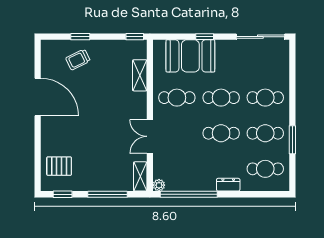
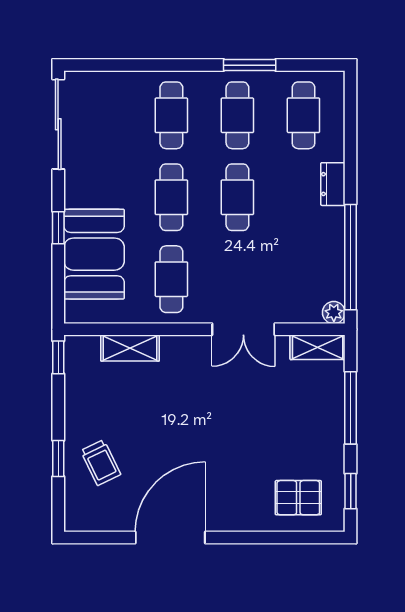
pallet: (59, 166) -> (298, 498), turned 90

